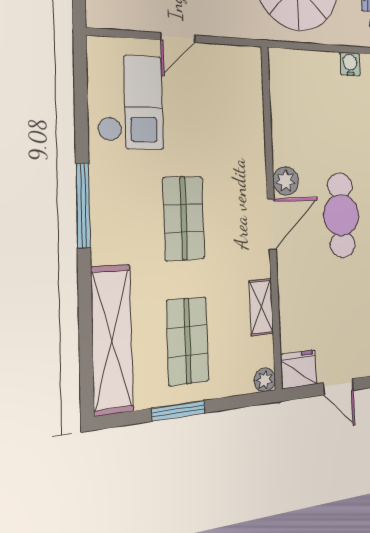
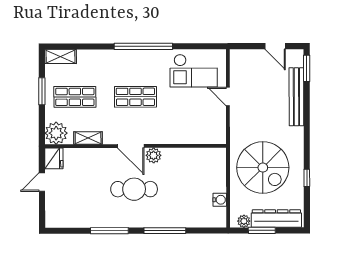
window: (83, 205) -> (143, 46), width x1.46
shelving: (112, 339) -> (60, 57), width x0.45, depth x0.75
plant: (265, 380) -> (56, 133), width x1.87, depth x1.87

